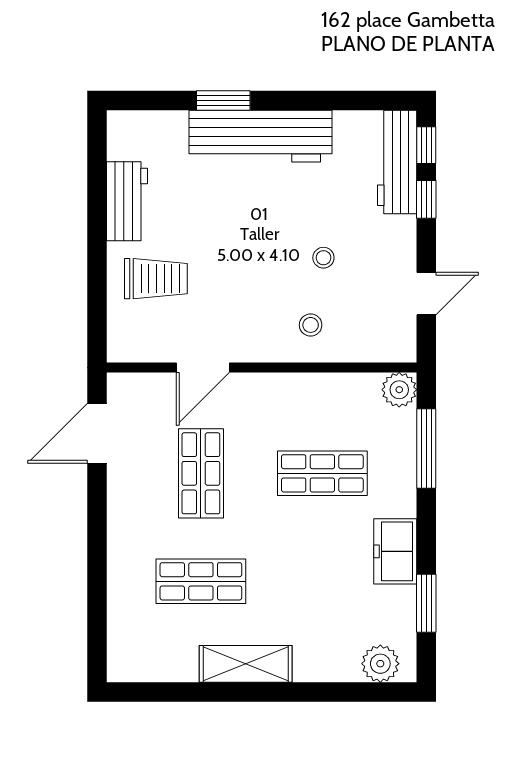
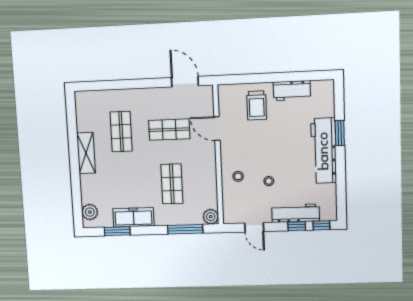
workbench: (397, 162) -> (296, 213), moved
freezer: (395, 551) -> (133, 217), width x1.40

